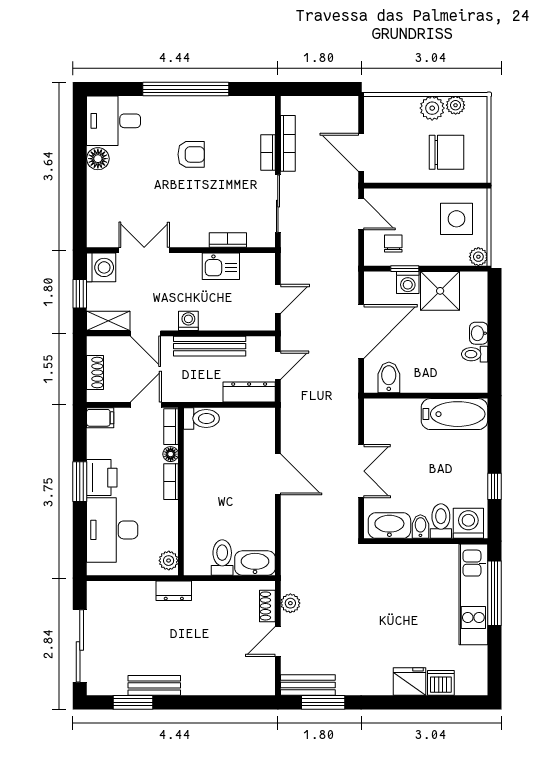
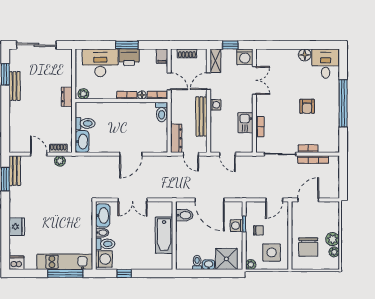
chair: (393, 244) -> (258, 230), moved
shower: (440, 291) -> (226, 259), moved
bathtub: (454, 414) -> (164, 235), moved
dishwasher: (441, 683) -> (16, 263), moved, turned -90

